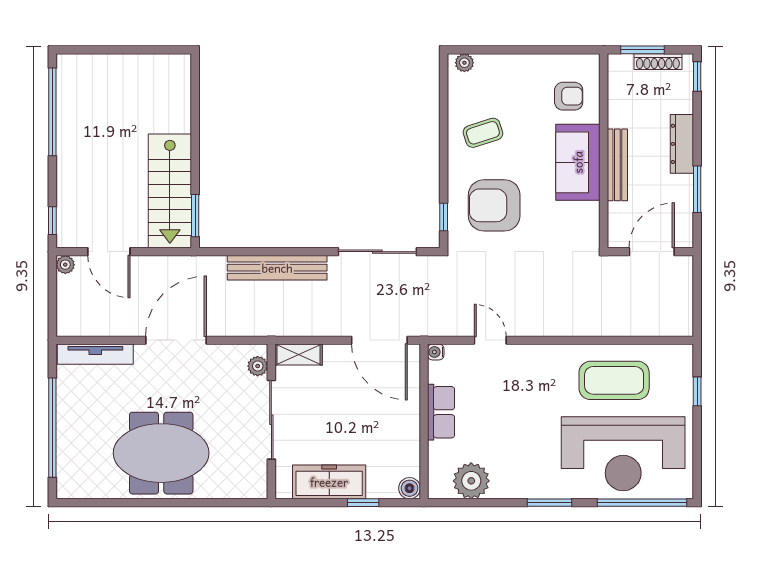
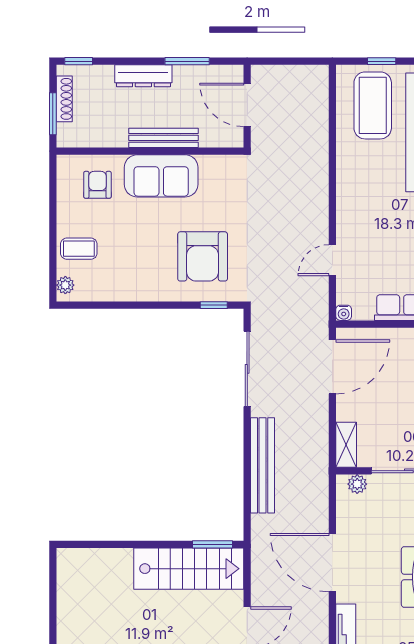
coffee table: (483, 133) -> (79, 249), moved, turned -72
coffee table: (614, 380) -> (373, 105), moved

